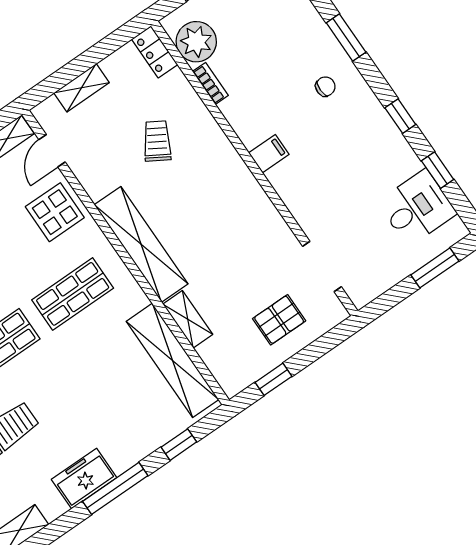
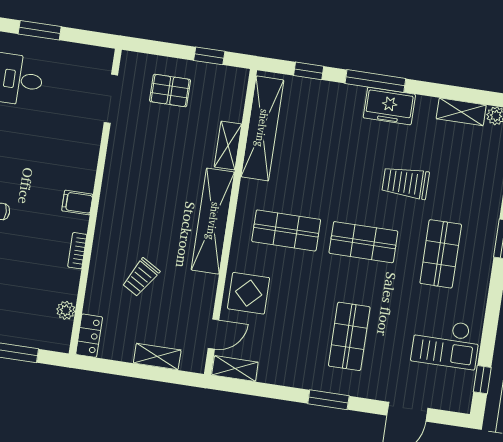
plant: (196, 42) -> (66, 310), width x0.53, depth x0.53
bookcase: (210, 83) -> (77, 251), moved

